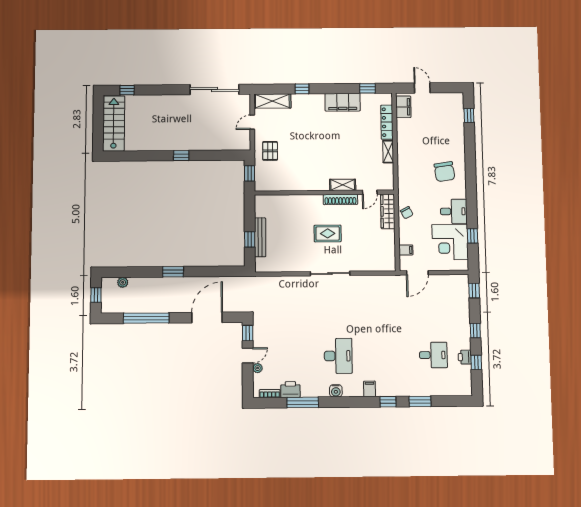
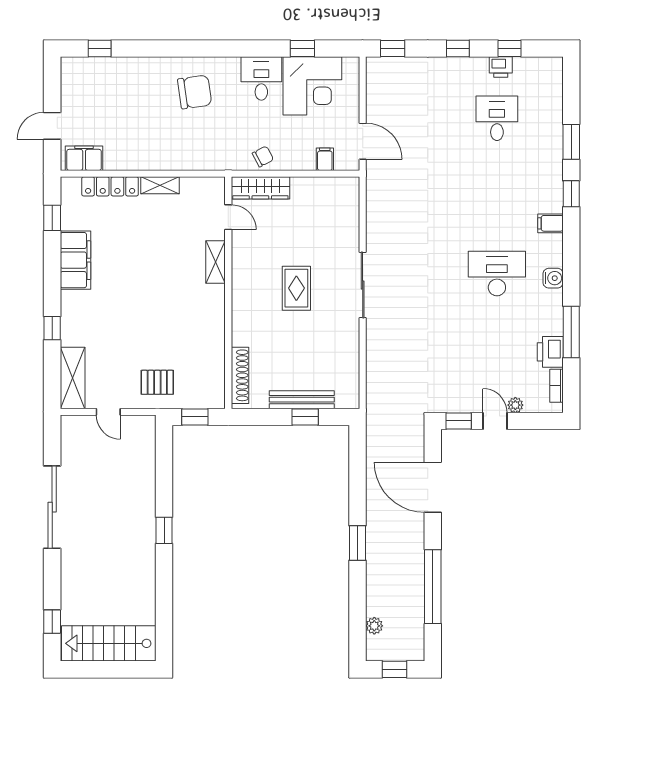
sliding door: (214, 90) -> (52, 507), moved
shoe rack: (340, 200) -> (240, 375), moved

